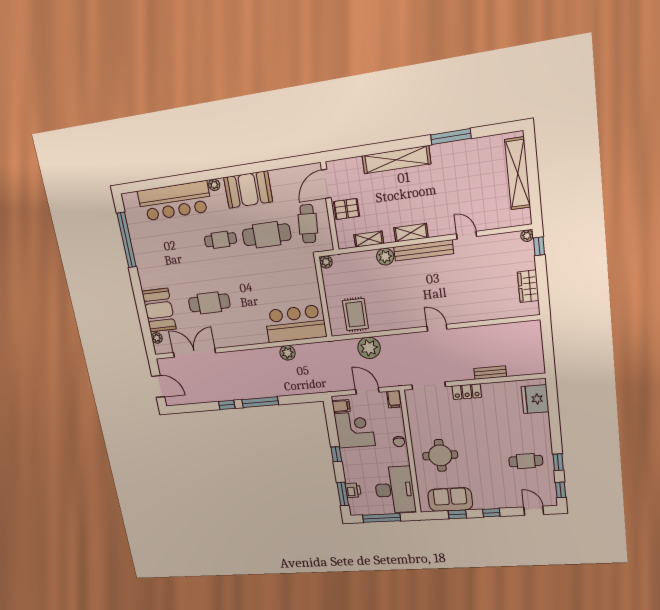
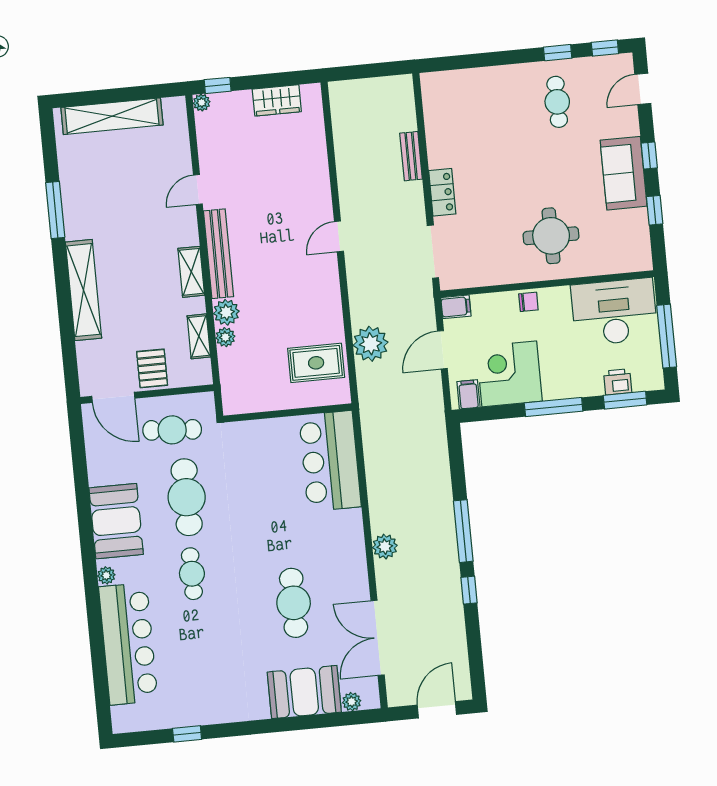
window: (127, 240) -> (187, 734), width x0.32
plant: (326, 262) -> (225, 337), moved
plant: (288, 353) -> (385, 547), moved
fridge: (535, 399) -> (454, 89), removed
window: (336, 454) -> (554, 407), width x2.17
sofa: (450, 499) -> (624, 173), moved

